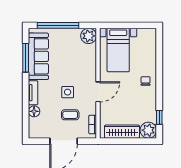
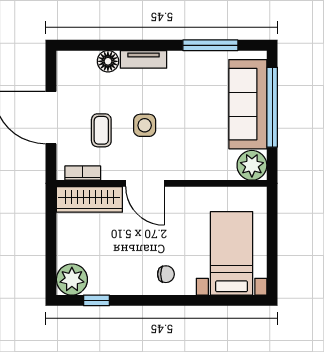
bed with nightstands: (118, 50) -> (232, 253), moved, turned 90
sofa: (38, 56) -> (248, 104), moved, turned 90
wardrobe: (122, 132) -> (89, 199), moved, turned 90

